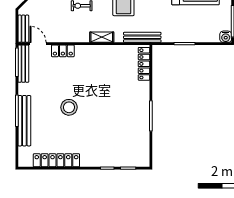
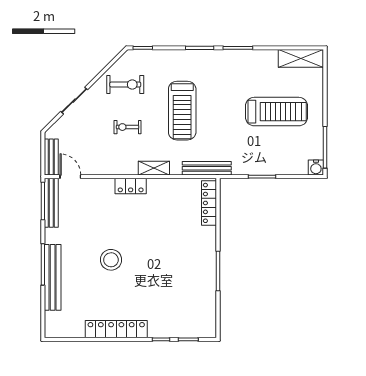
locker: (63, 51) -> (131, 186), moved
locker: (56, 160) -> (116, 329), moved

